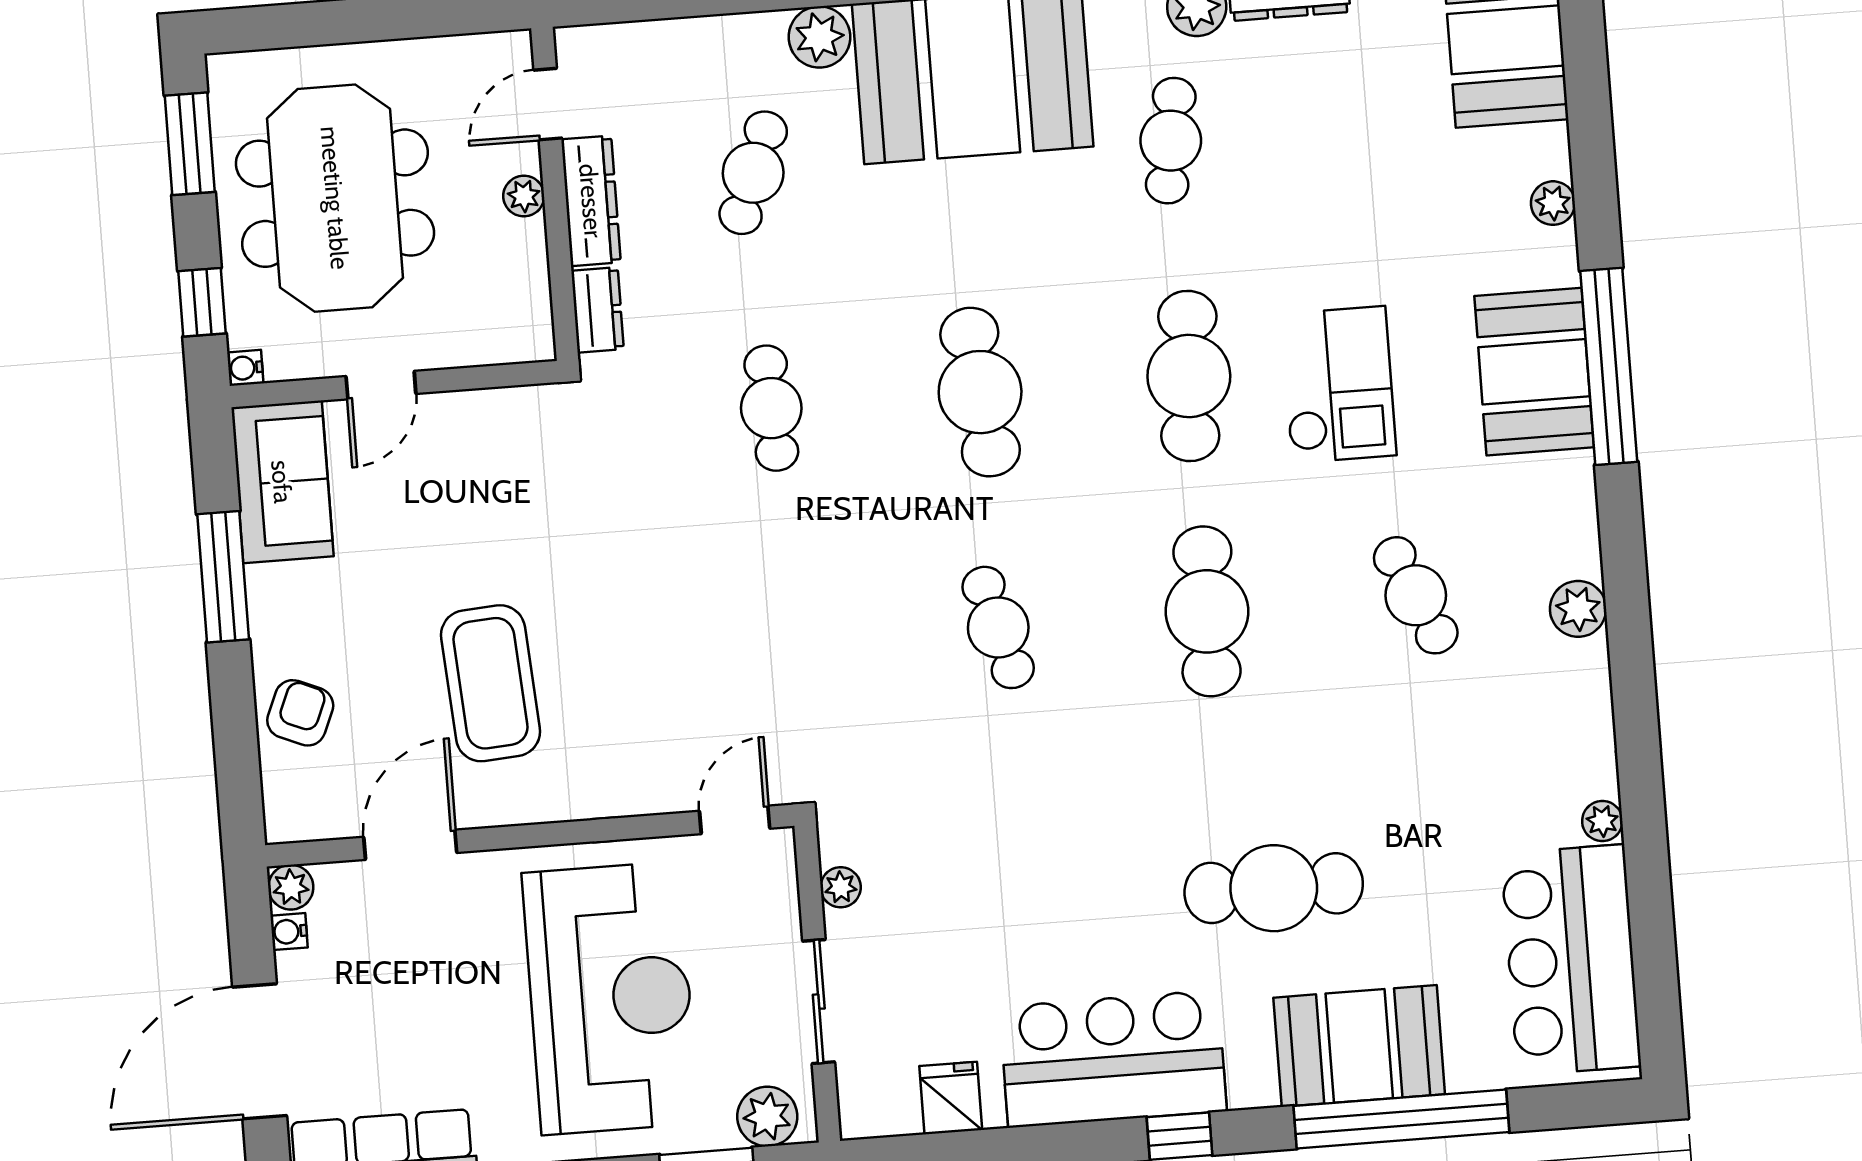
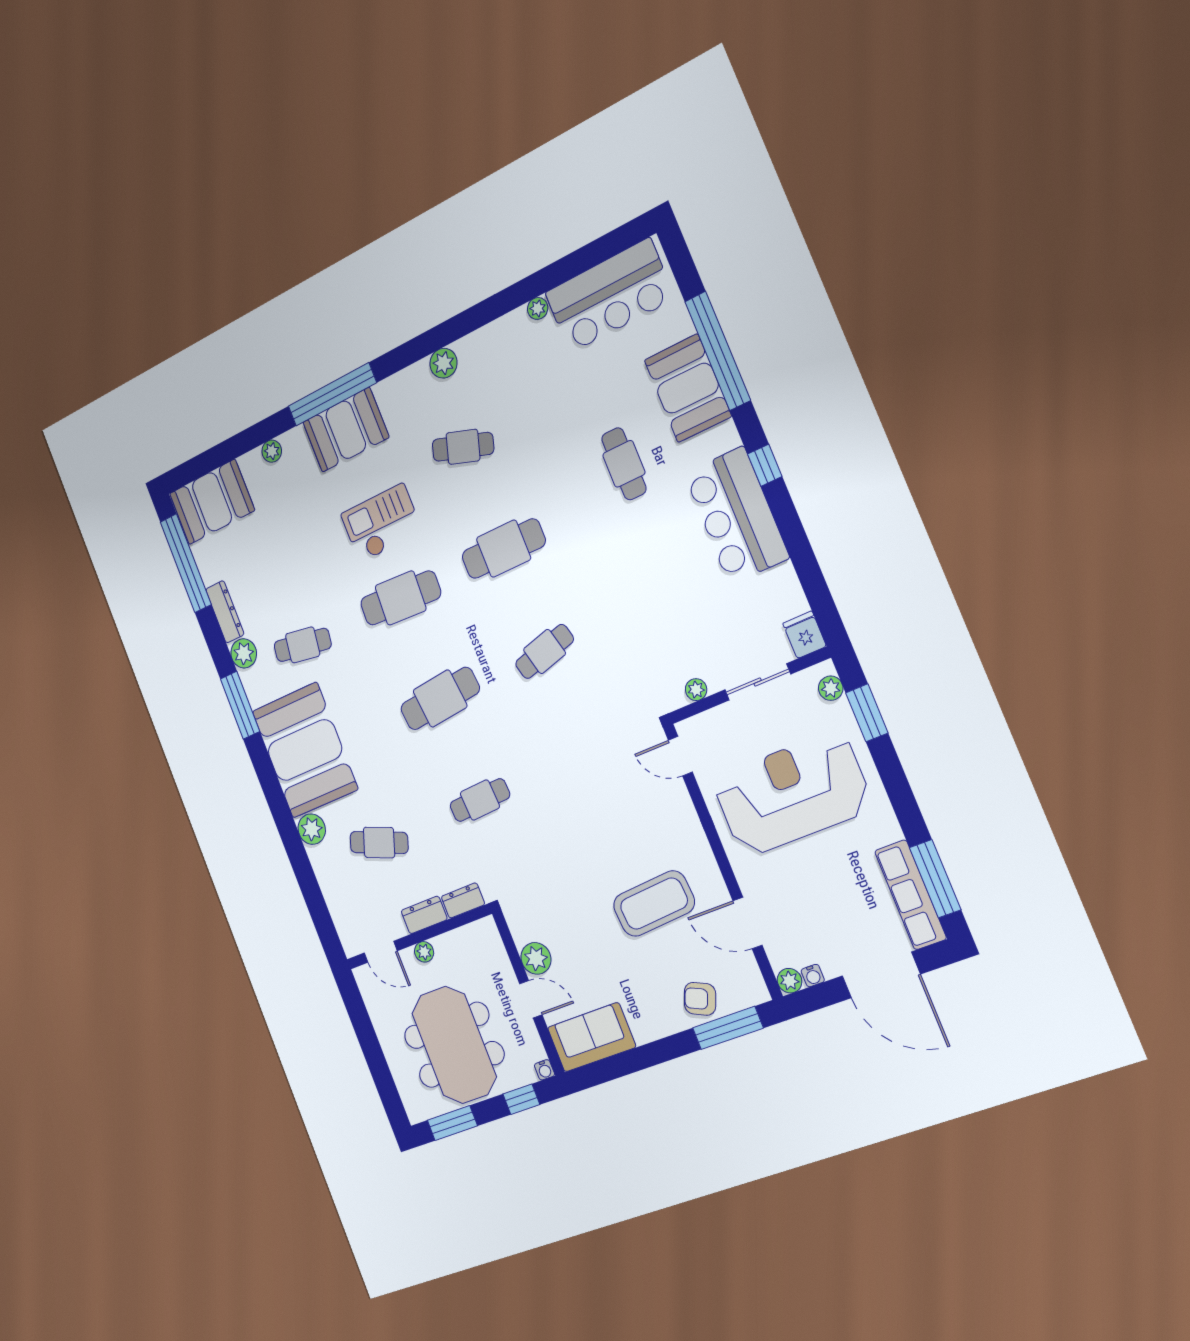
meeting table: (335, 198) -> (454, 1045), turned 90
dresser: (591, 201) -> (424, 915), width x0.70
plant: (453, 421) -> (536, 958), added
window: (223, 577) -> (728, 1028), moved
cafe table: (1416, 595) -> (463, 447), turned 42
cafe table: (1274, 888) -> (624, 464), width x0.73, depth x0.74
fridge: (951, 1098) -> (805, 635), moved, turned 90
plant: (767, 1117) -> (831, 688), width x0.73, depth x0.73

